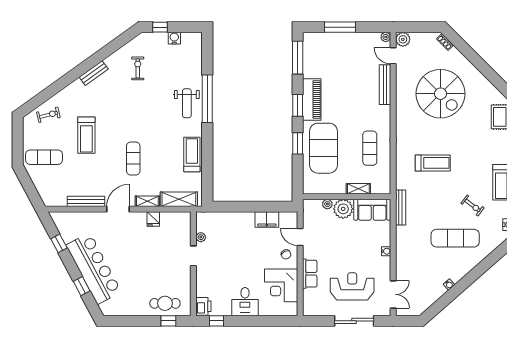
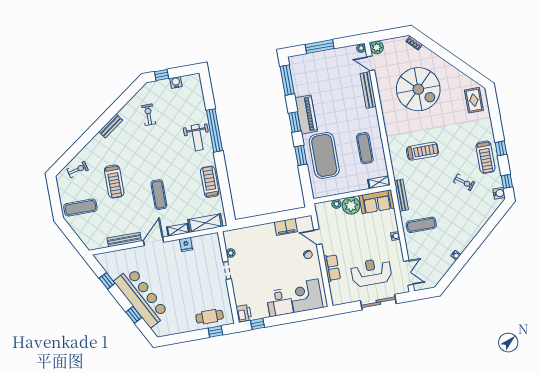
shelving: (358, 189) -> (379, 182), moved
exercise mat: (455, 238) -> (421, 225), moved, width x0.73, depth x0.69
corner desk: (281, 285) -> (306, 296), moved, turned 90

